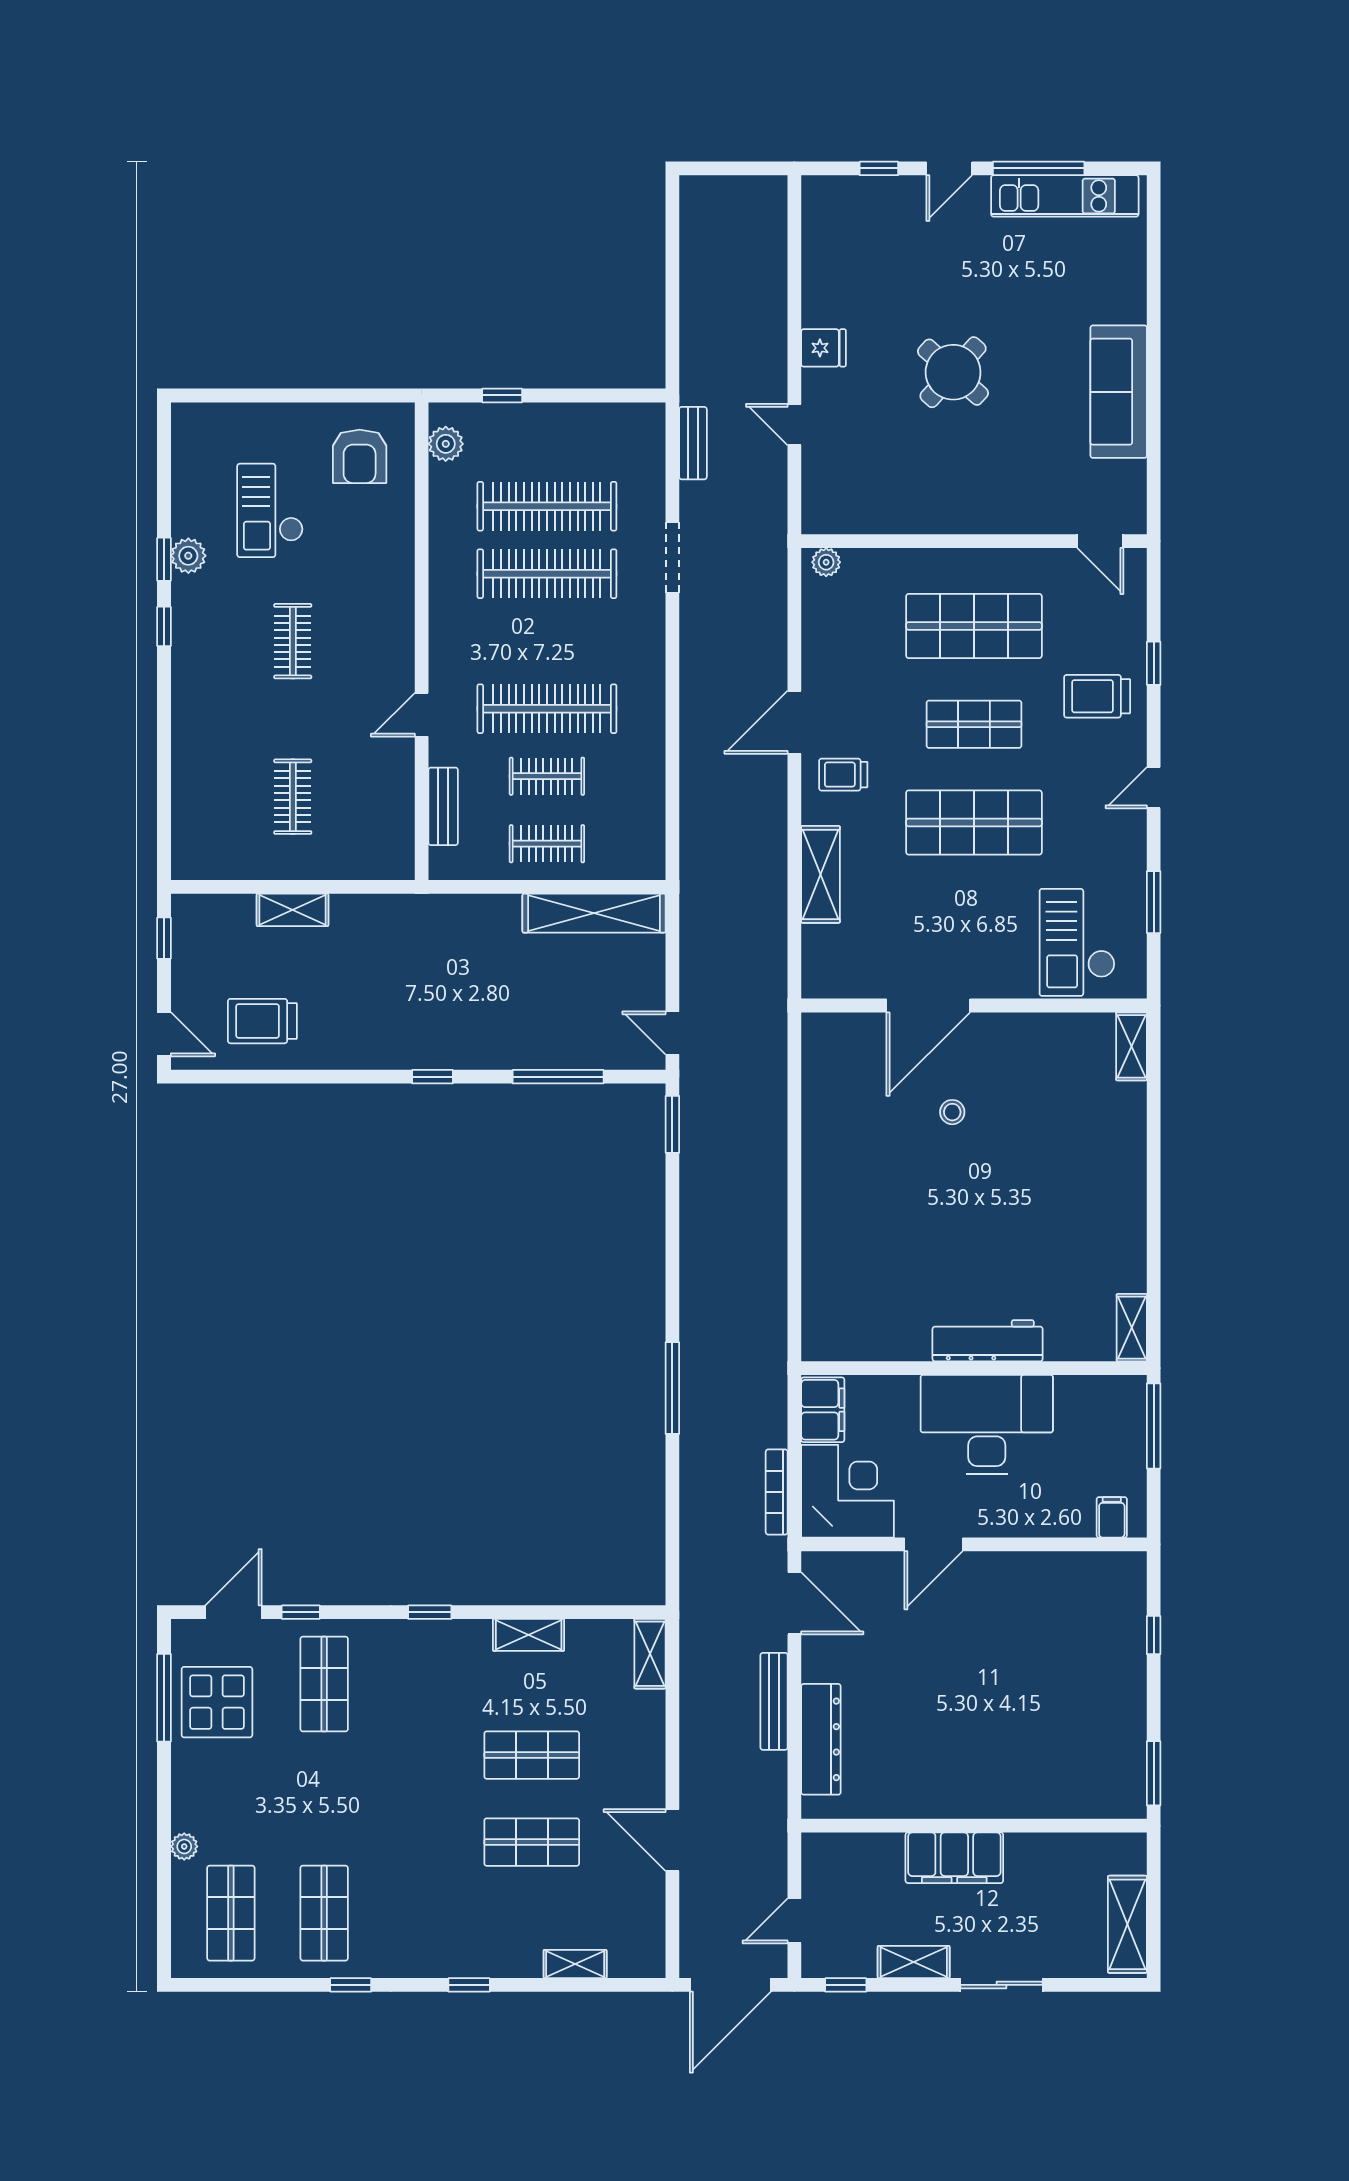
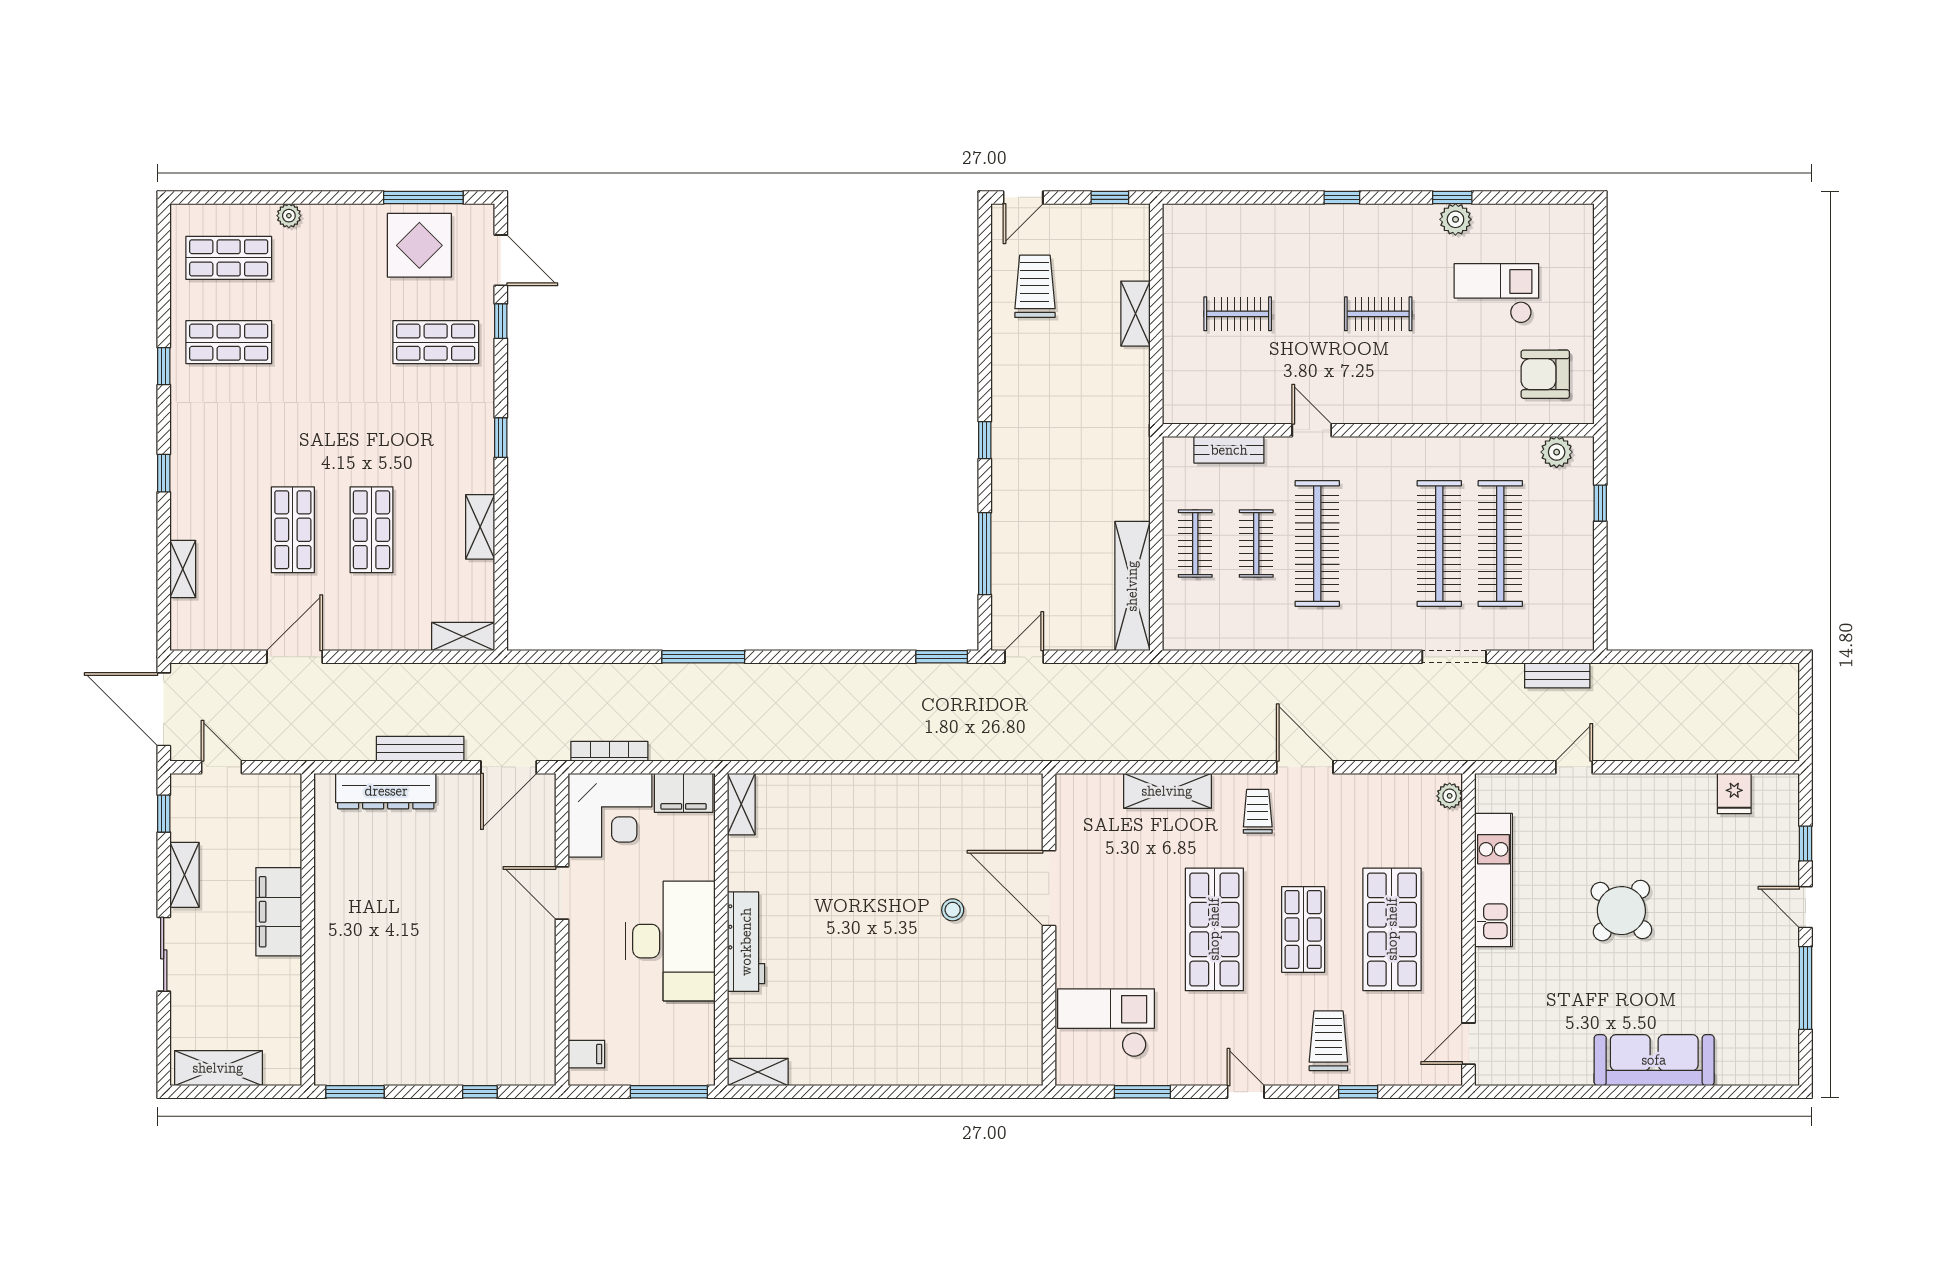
kitchen unit: (1065, 196) -> (1493, 880), moved, turned 180
fridge: (824, 348) -> (1734, 794), moved
sofa: (1119, 392) -> (1654, 1060), moved
window: (164, 626) -> (1342, 197), moved
shelving: (1131, 1046) -> (741, 804), moved, turned 90

